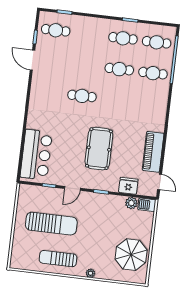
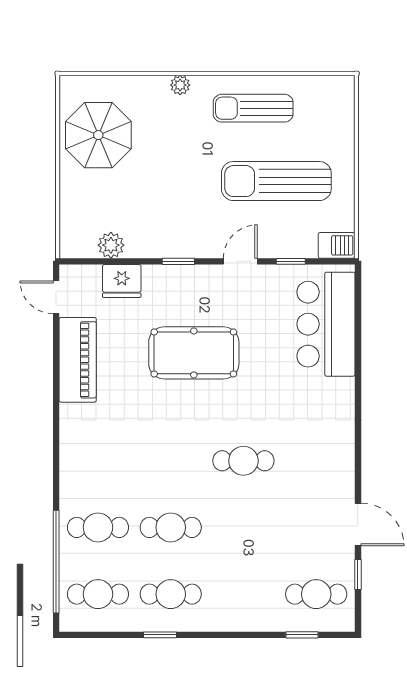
pool table: (99, 149) -> (194, 353), turned 90
barbecue: (147, 205) -> (337, 245), moved
sun lounger: (58, 259) -> (253, 108), turned 180

